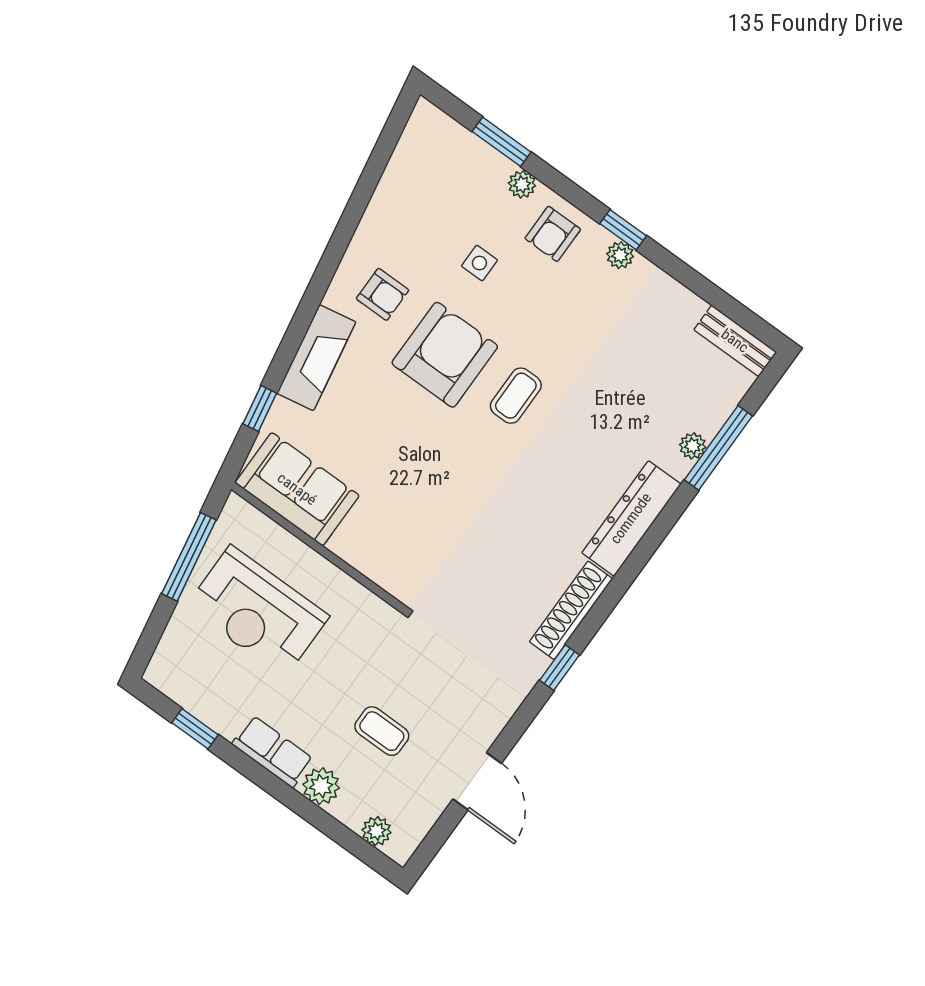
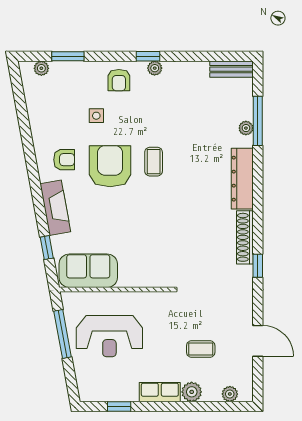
plant: (522, 184) -> (41, 68), moved

